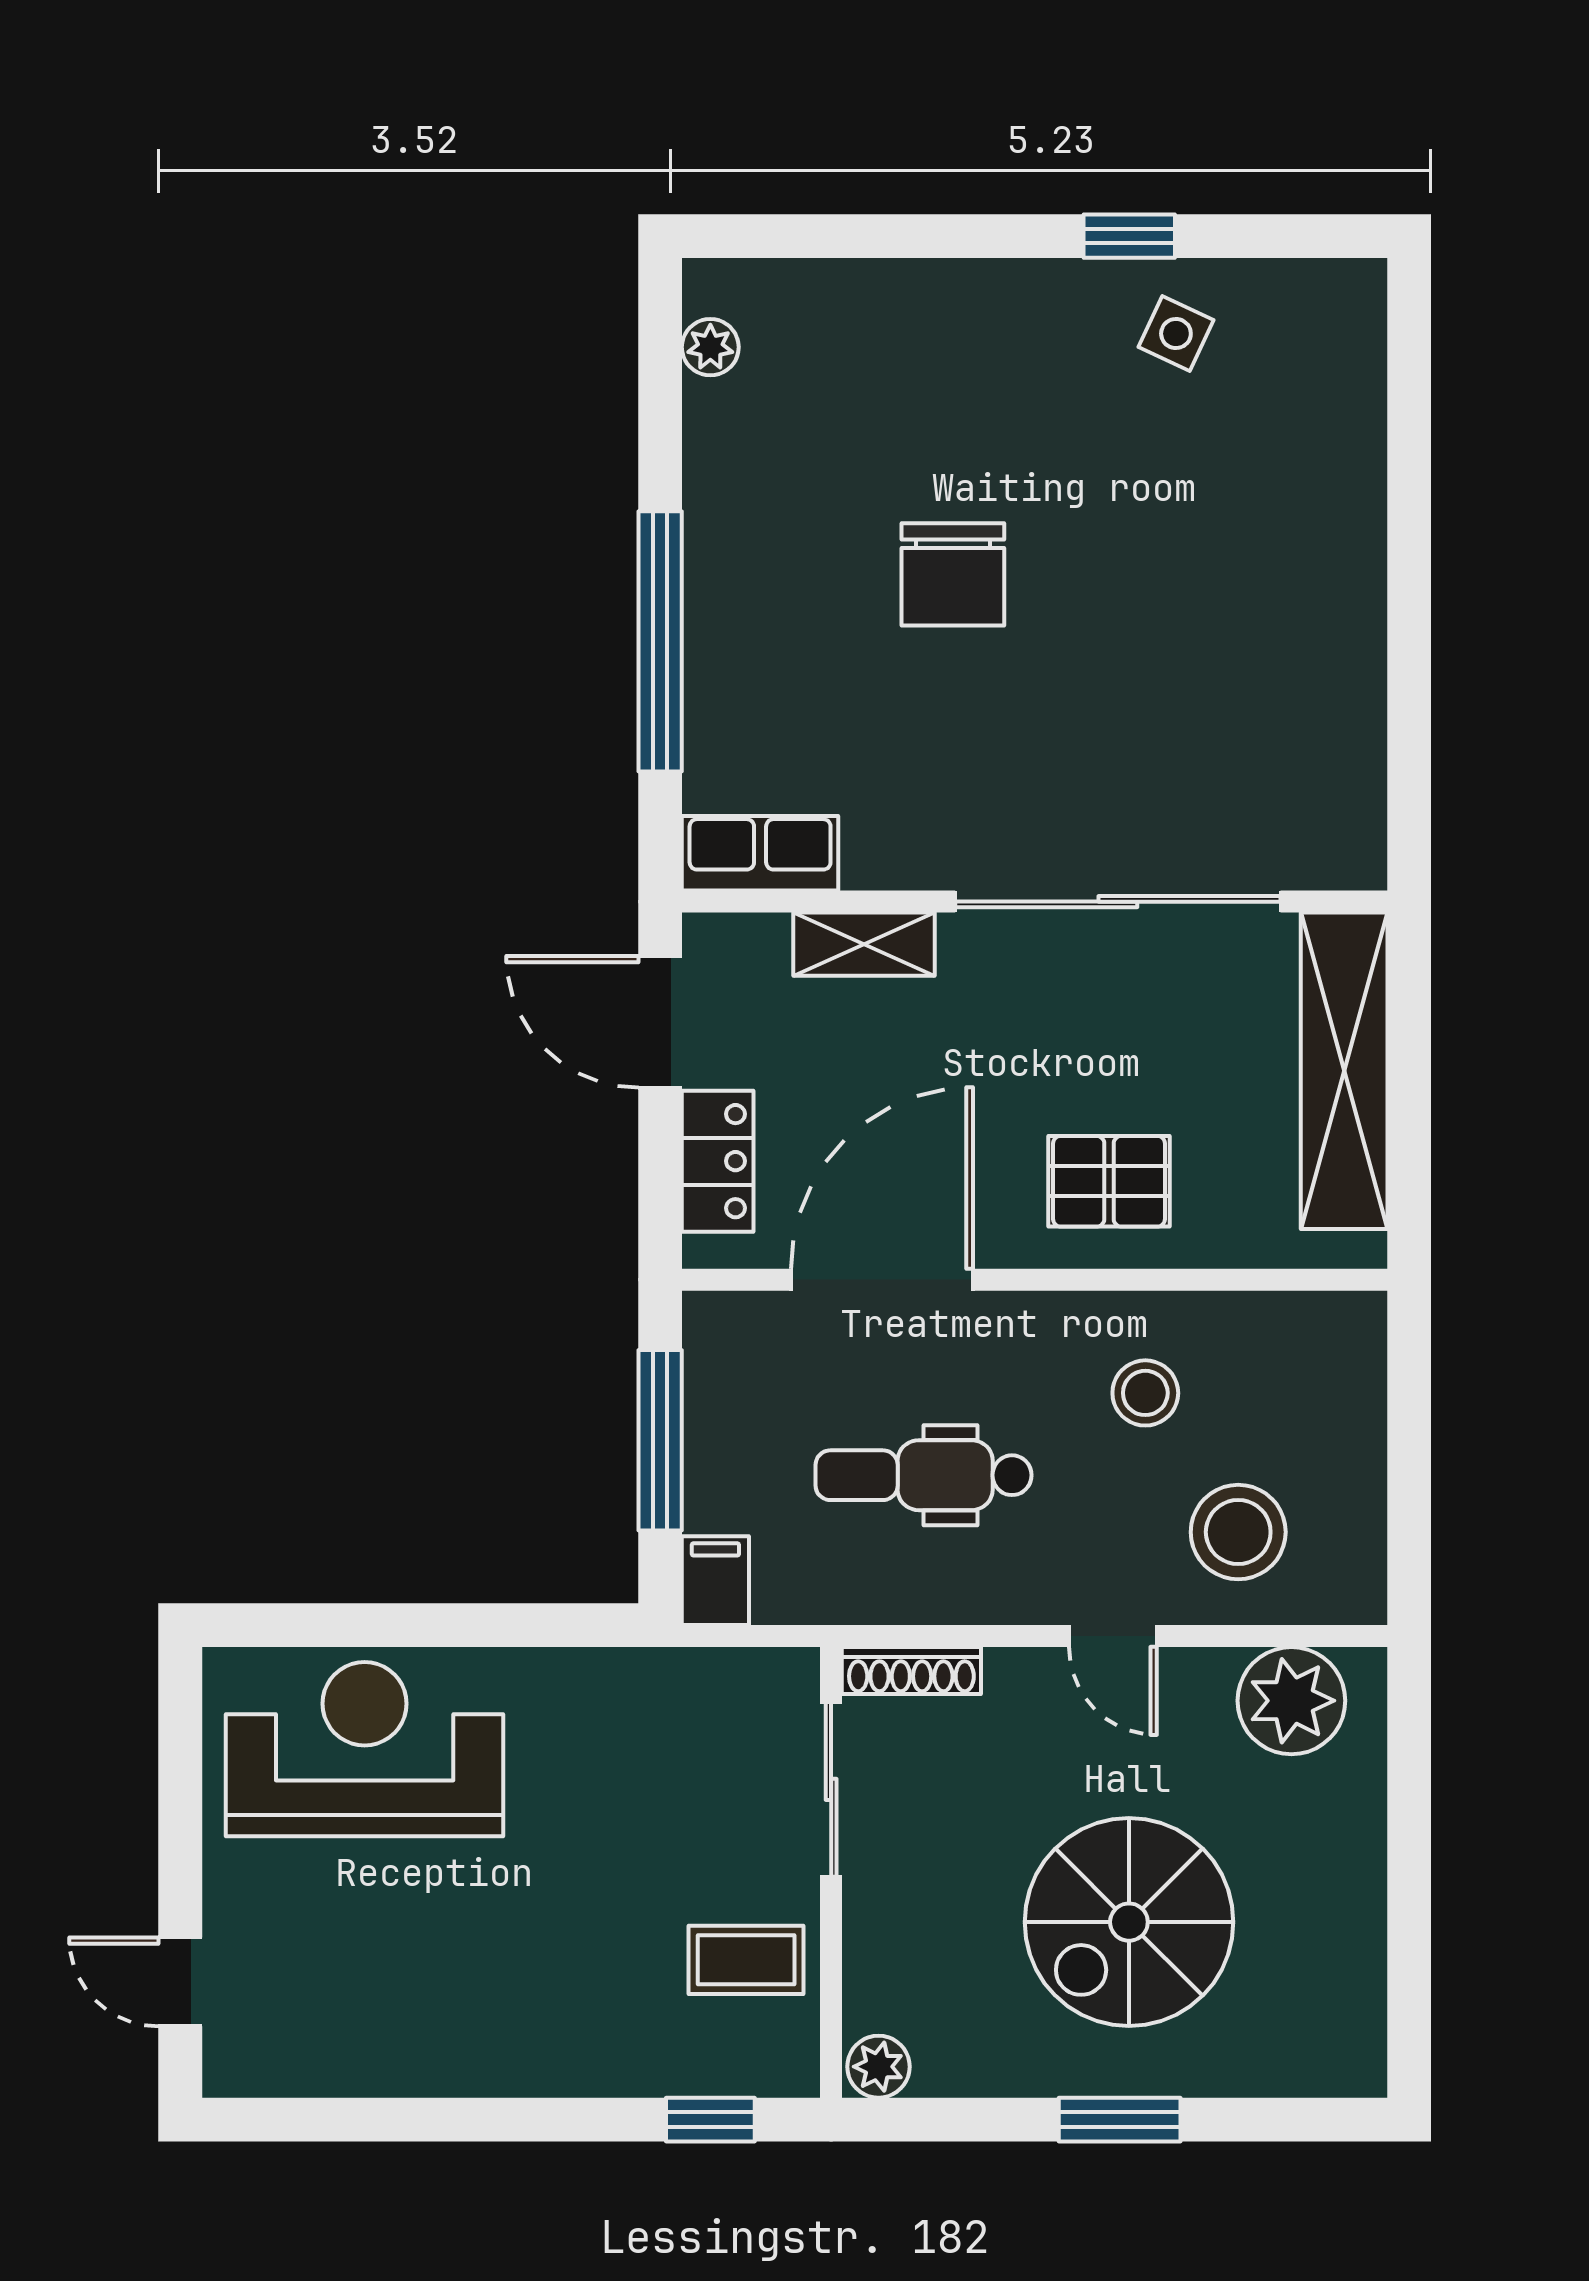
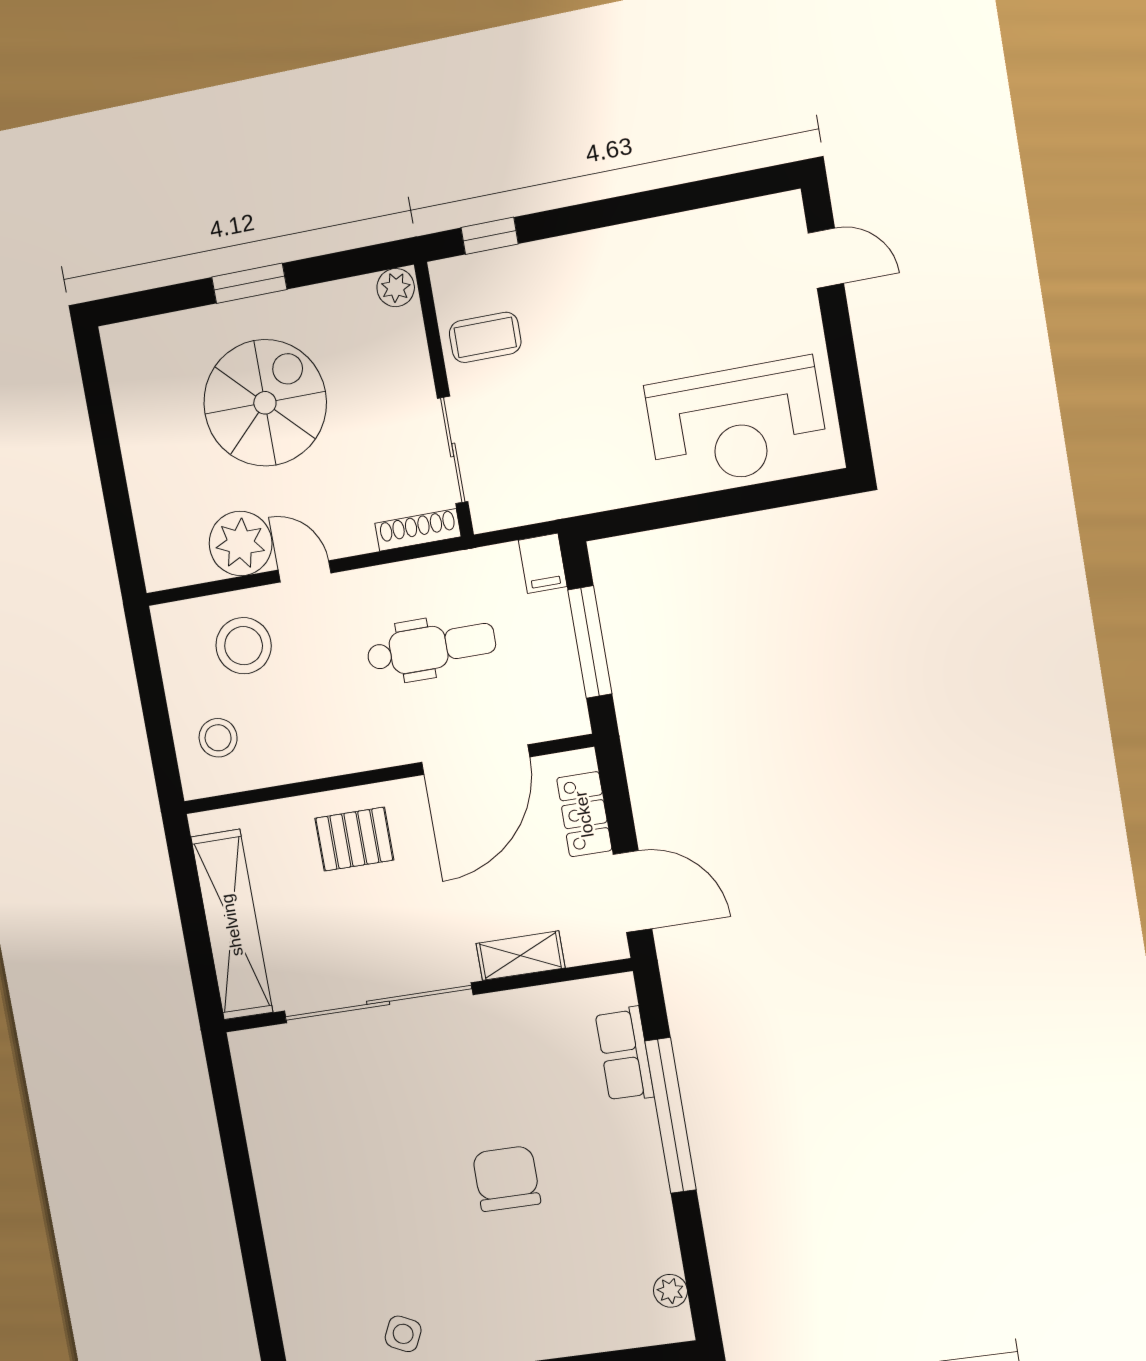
row of seats: (760, 853) -> (624, 1054), moved, turned 90
stool: (1145, 1393) -> (218, 738), moved
plant: (1291, 1701) -> (241, 543), moved

